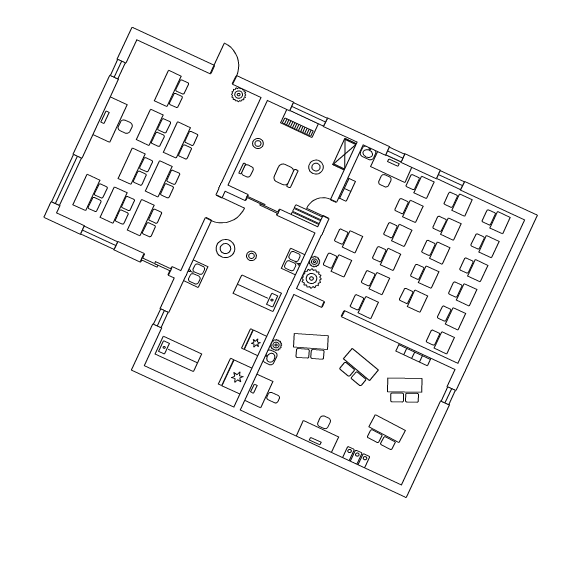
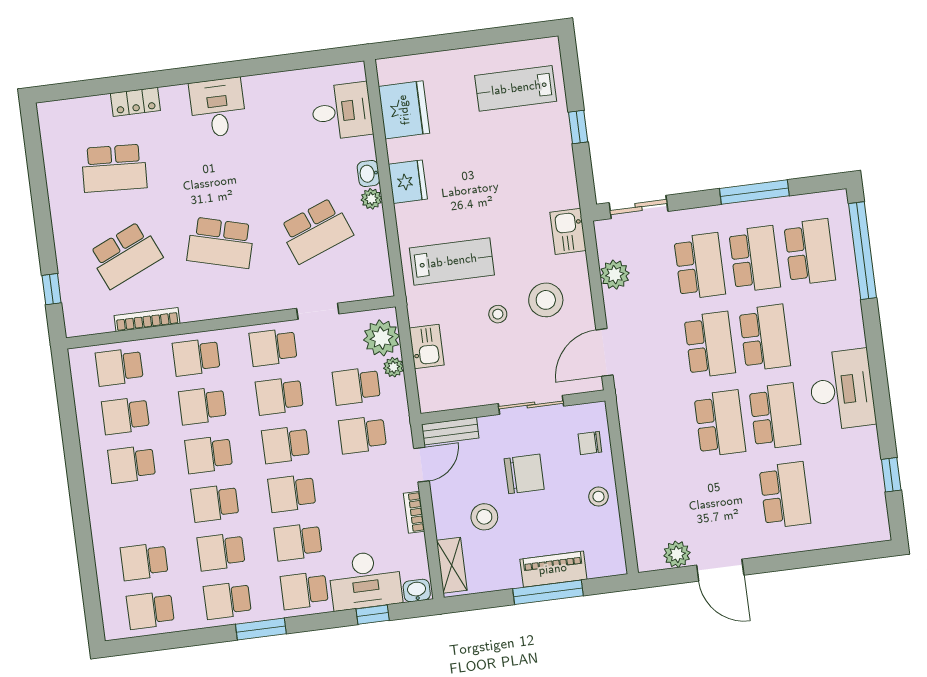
plant: (187, 240) -> (615, 275), added
school desk: (473, 269) -> (196, 357), moved
desk: (320, 431) -> (218, 108), width x0.73

